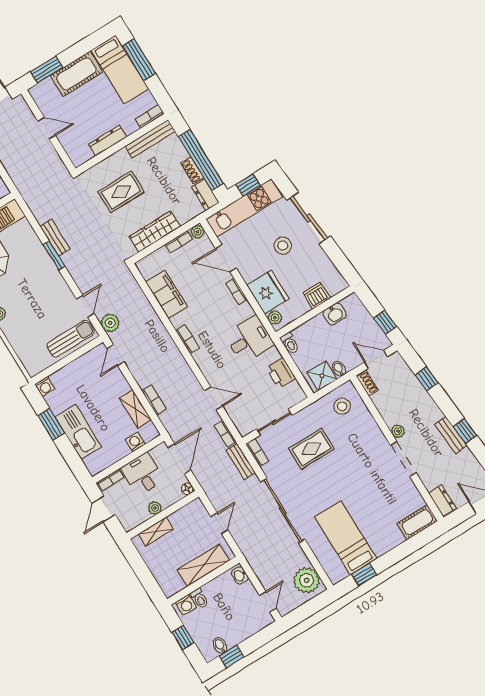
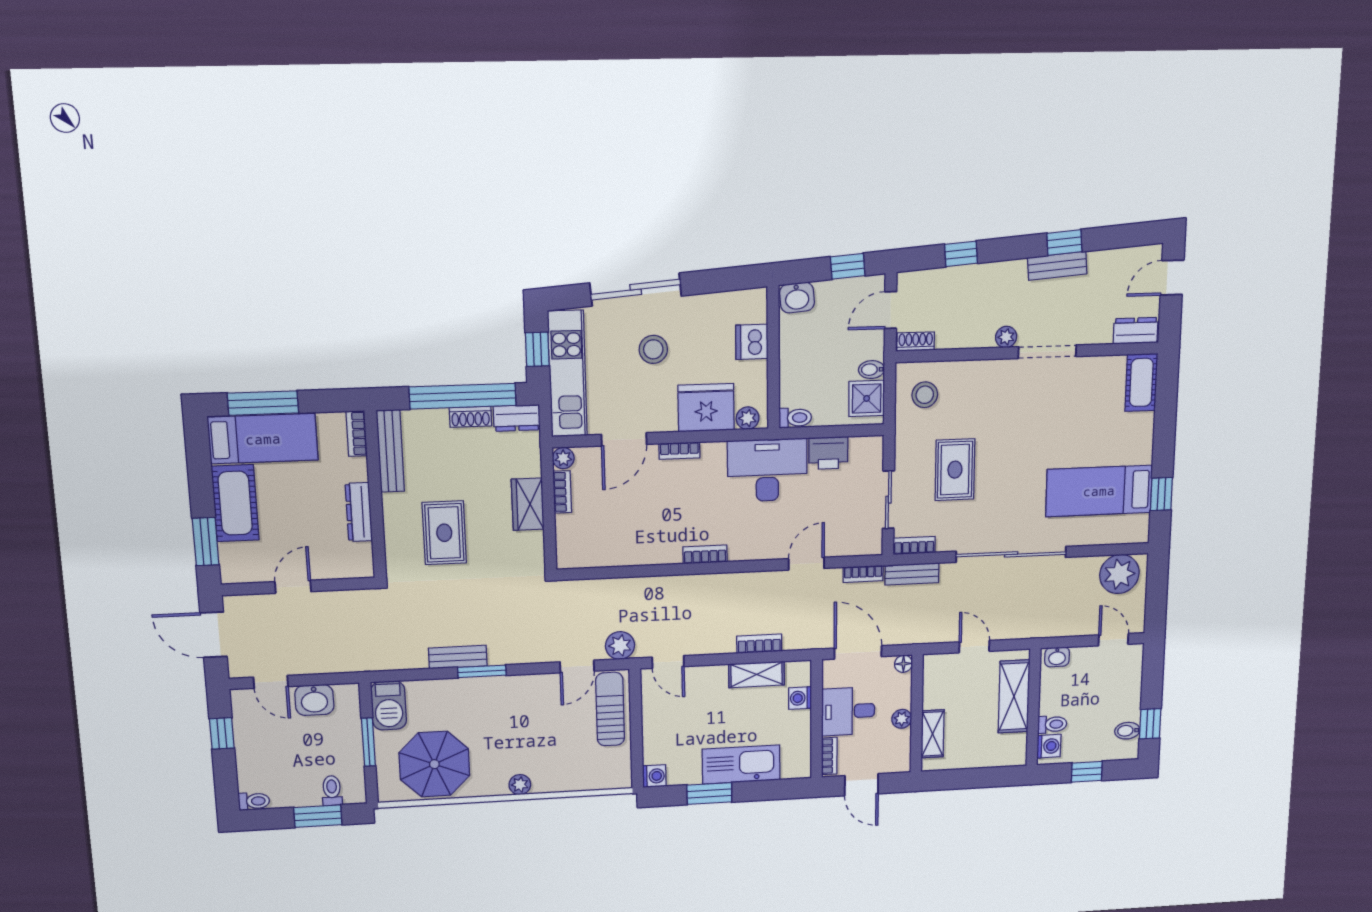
wardrobe: (155, 231) -> (528, 504), width x0.67
filing cabinet: (166, 294) -> (626, 549), removed
door: (85, 306) -> (577, 667), swing flipped
washbasin: (335, 314) -> (797, 298), moved, turned 85
desk: (249, 340) -> (767, 470), width x1.37

